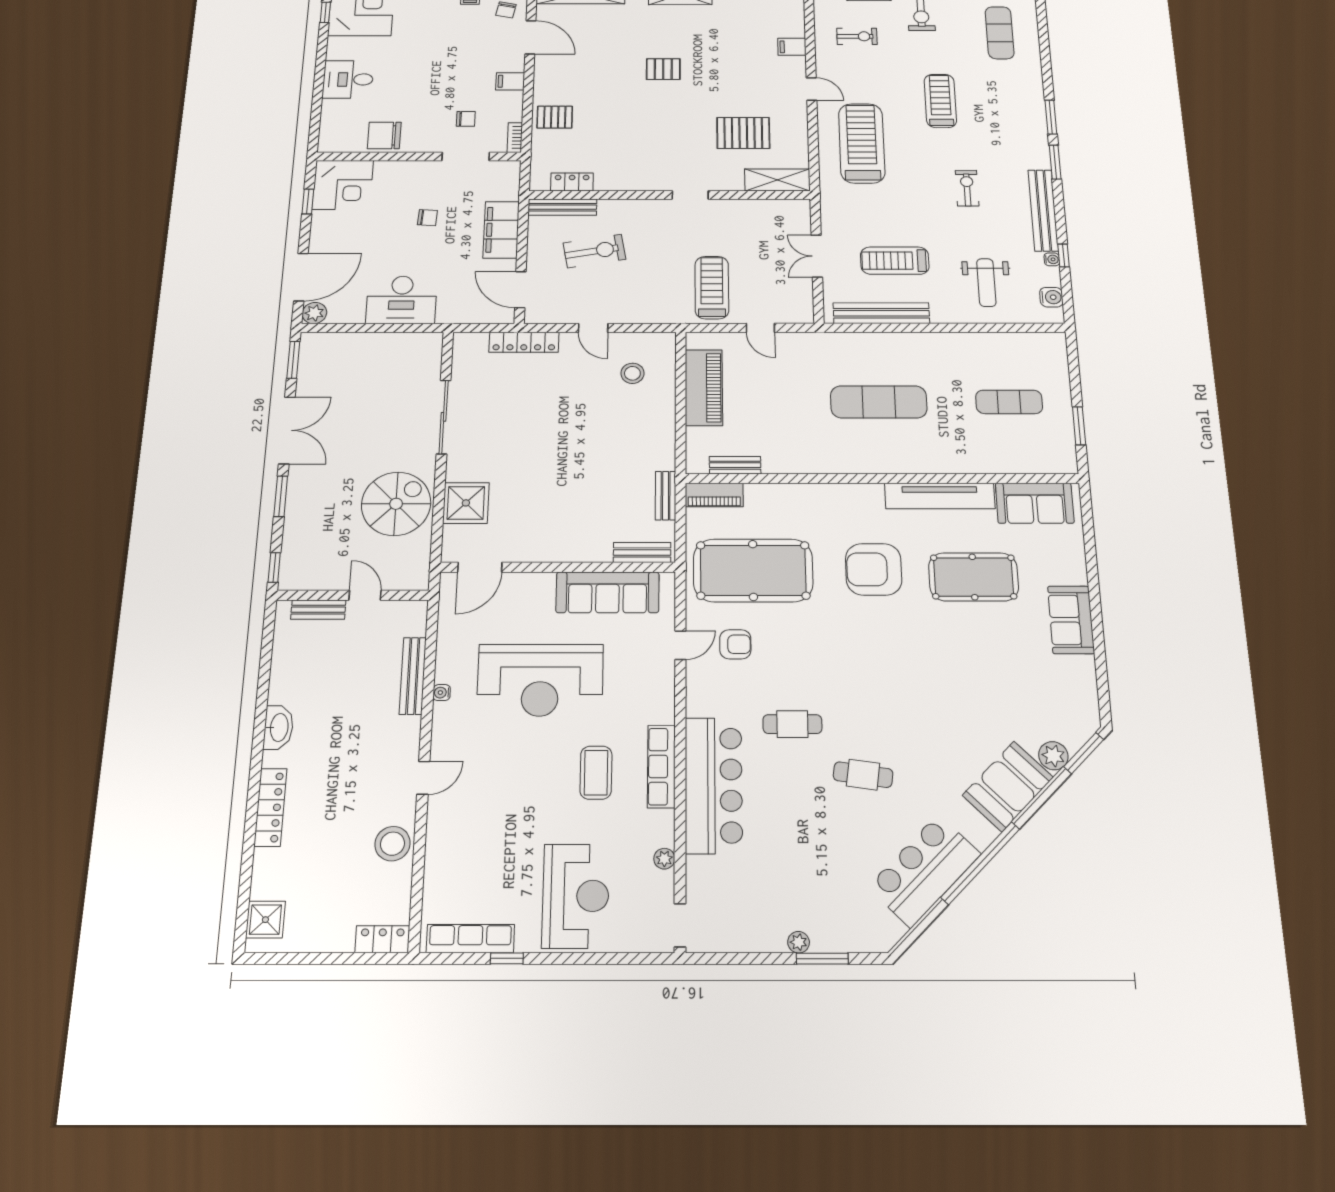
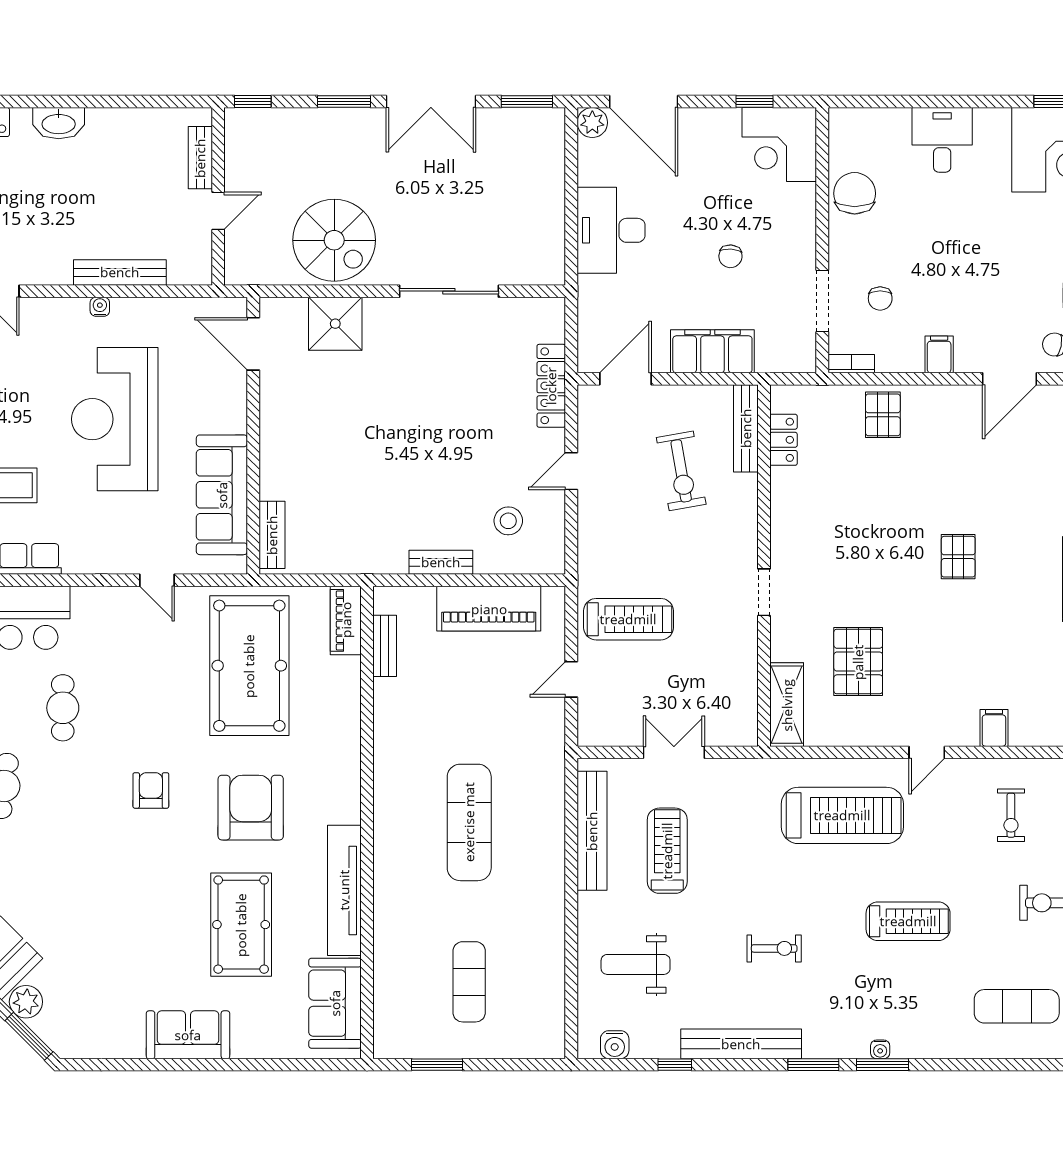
water cooler: (1052, 259) -> (880, 1049), moved
bench: (666, 496) -> (441, 562), moved
armchair: (735, 644) -> (151, 790), moved, turned 180

